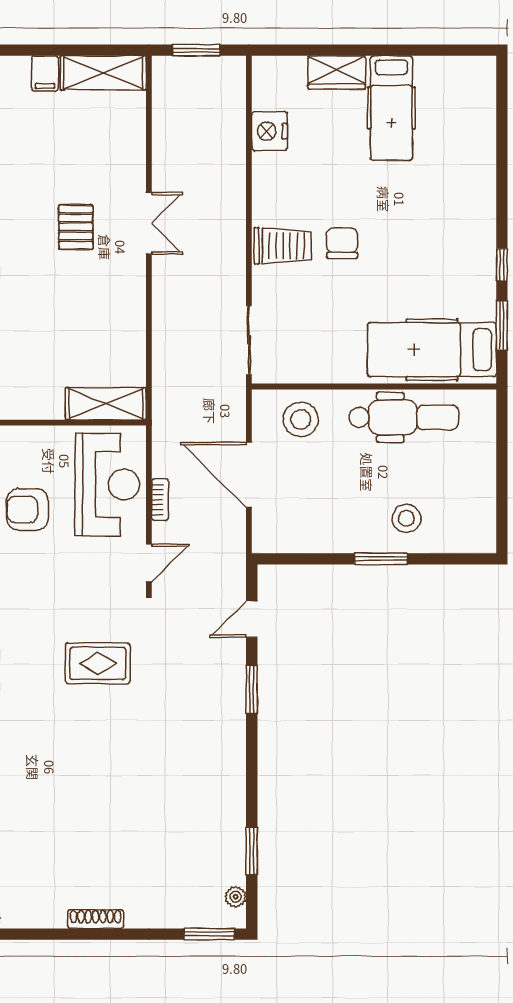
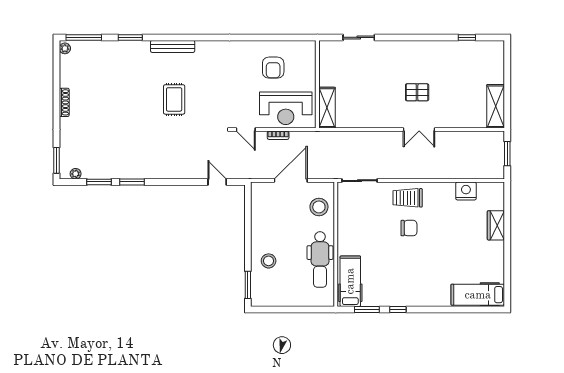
filing cabinet: (45, 73) -> (495, 77), removed
hospital bed: (391, 108) -> (478, 295), moved
trolley: (283, 246) -> (408, 198), turned 90
hospital bed: (432, 350) -> (350, 281), width x0.73, depth x0.78
armchair: (27, 509) -> (273, 68), turned 180
window: (381, 559) -> (248, 285), moved
rug: (98, 663) -> (174, 99), moved
window: (252, 689) -> (132, 182), moved

